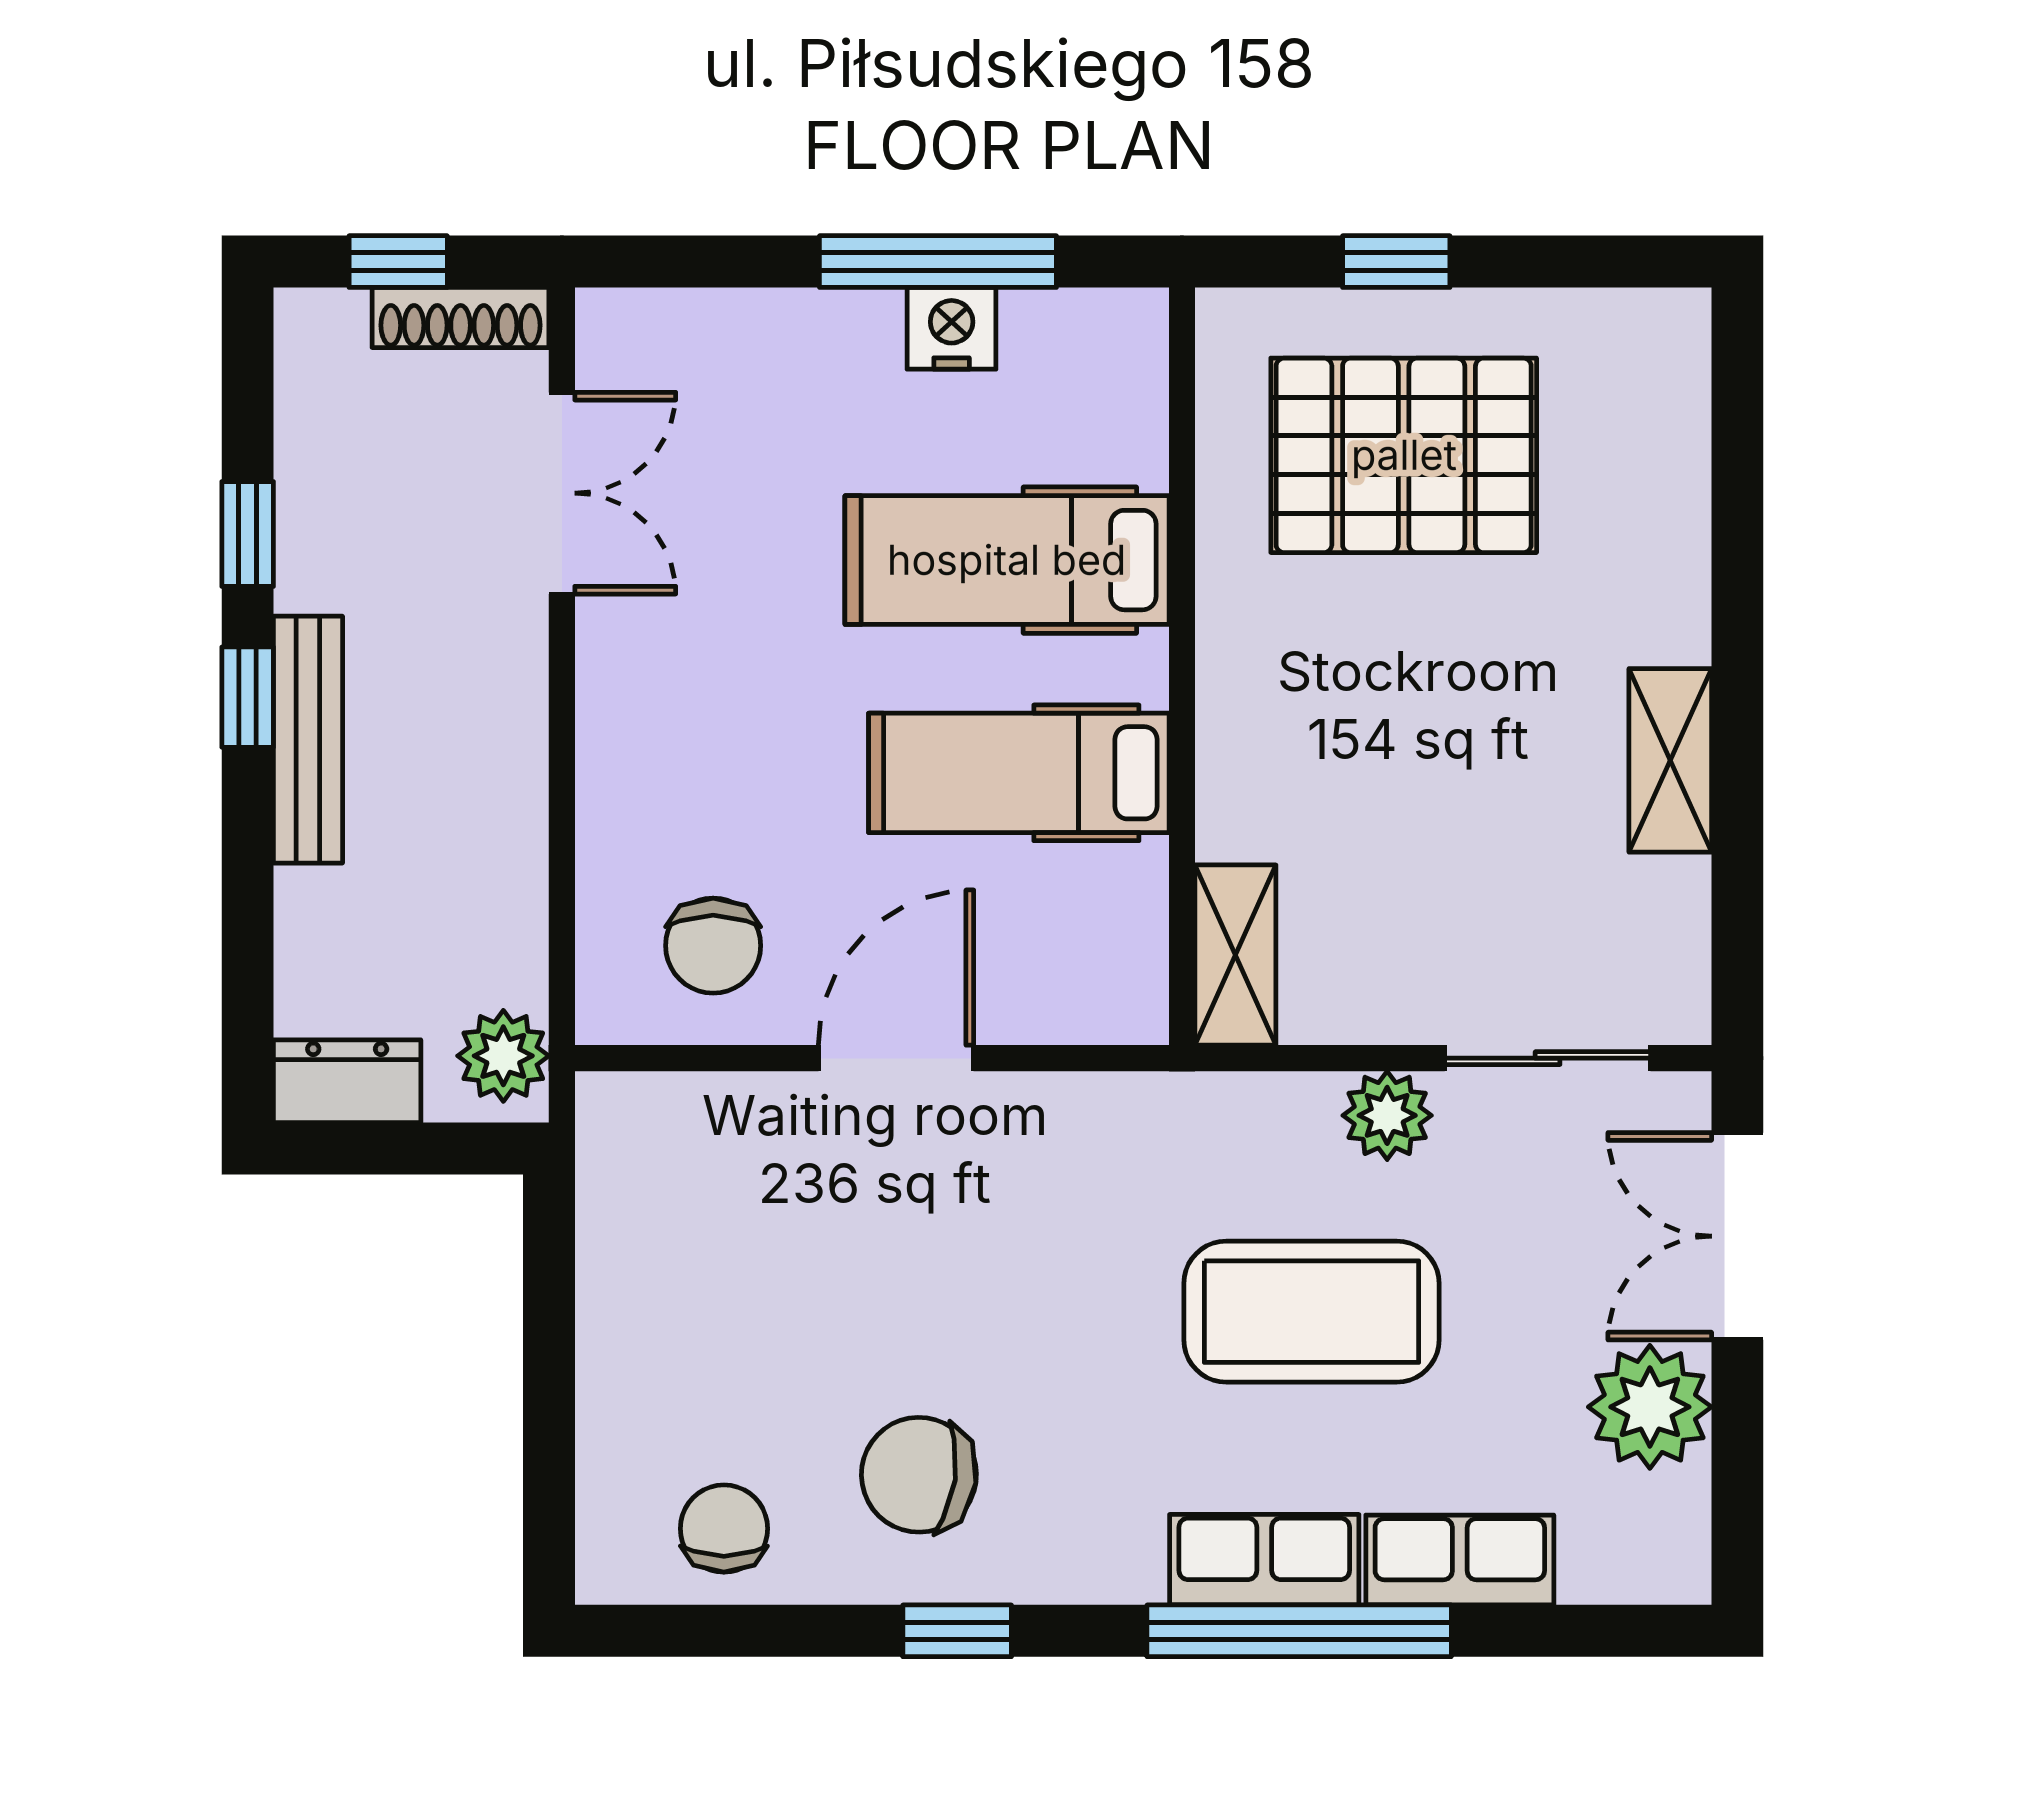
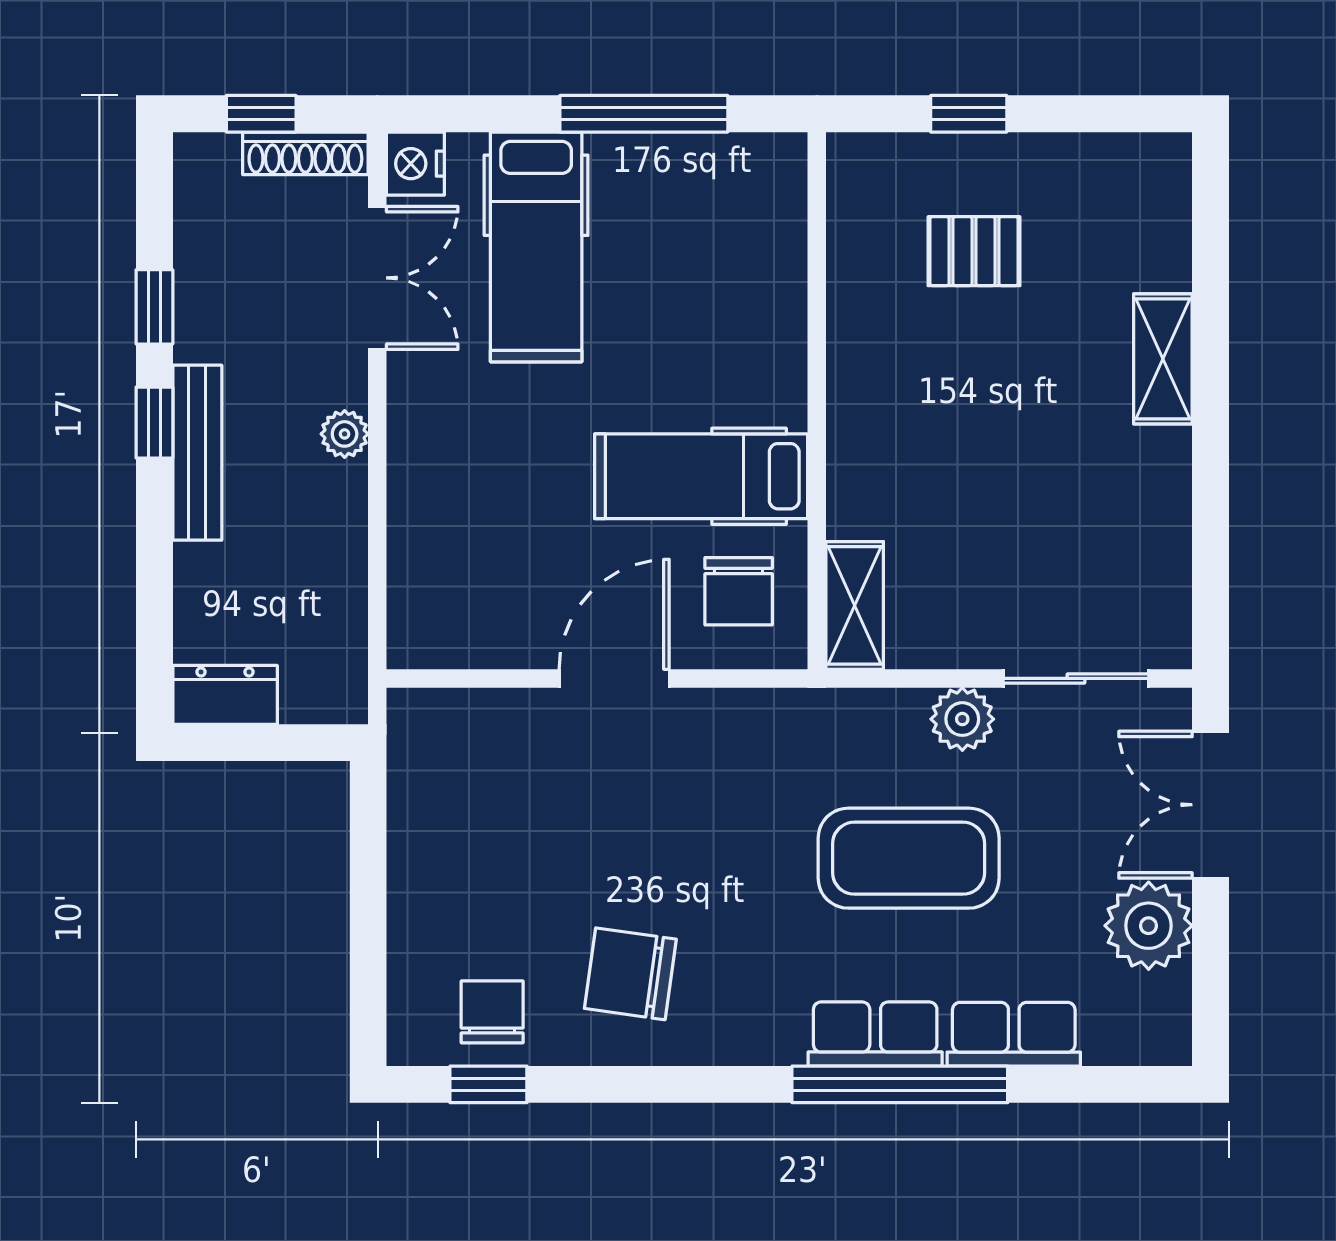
nightstand: (952, 328) -> (415, 164), moved, turned -90
pallet: (1404, 455) -> (974, 251), width x0.49, depth x0.50
hospital bed: (1007, 560) -> (536, 247), moved, turned -90
shelving: (1670, 760) -> (1163, 359), moved
chair: (713, 946) -> (739, 591), moved
plant: (503, 1056) -> (345, 434), moved, width x0.73, depth x0.73
window: (957, 1631) -> (488, 1084), moved

